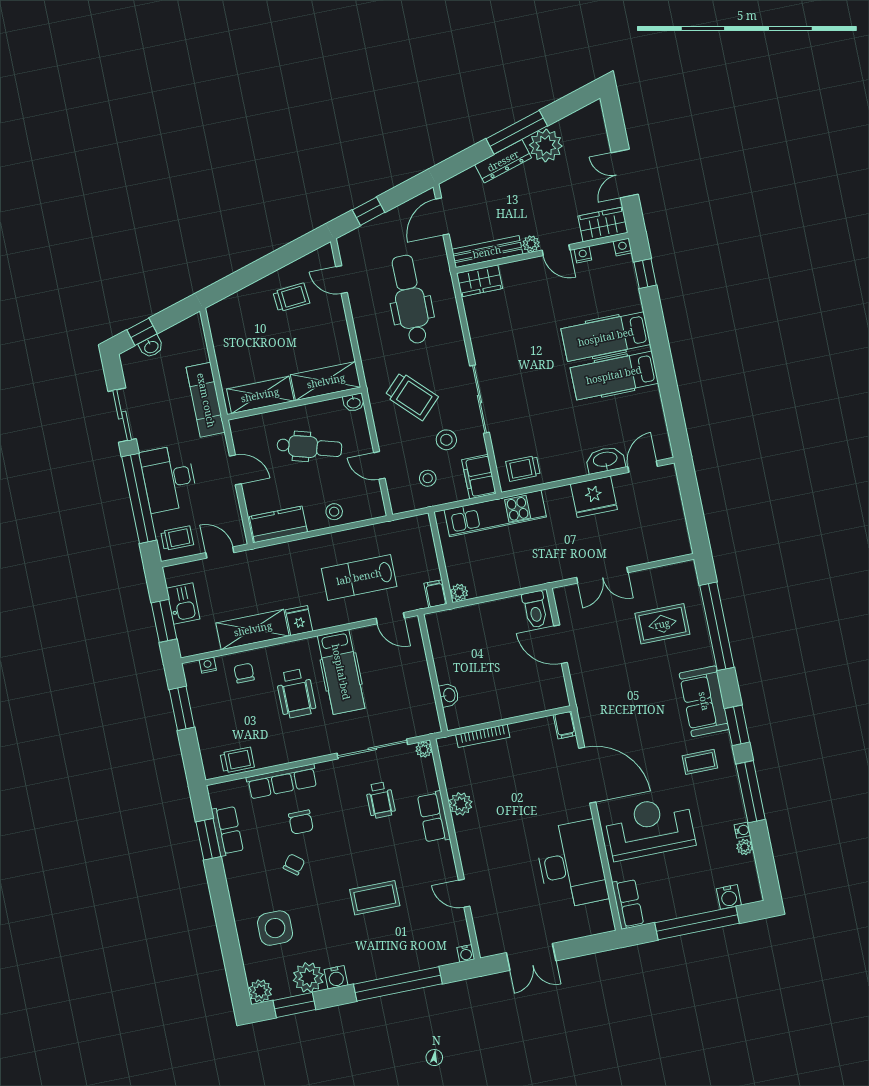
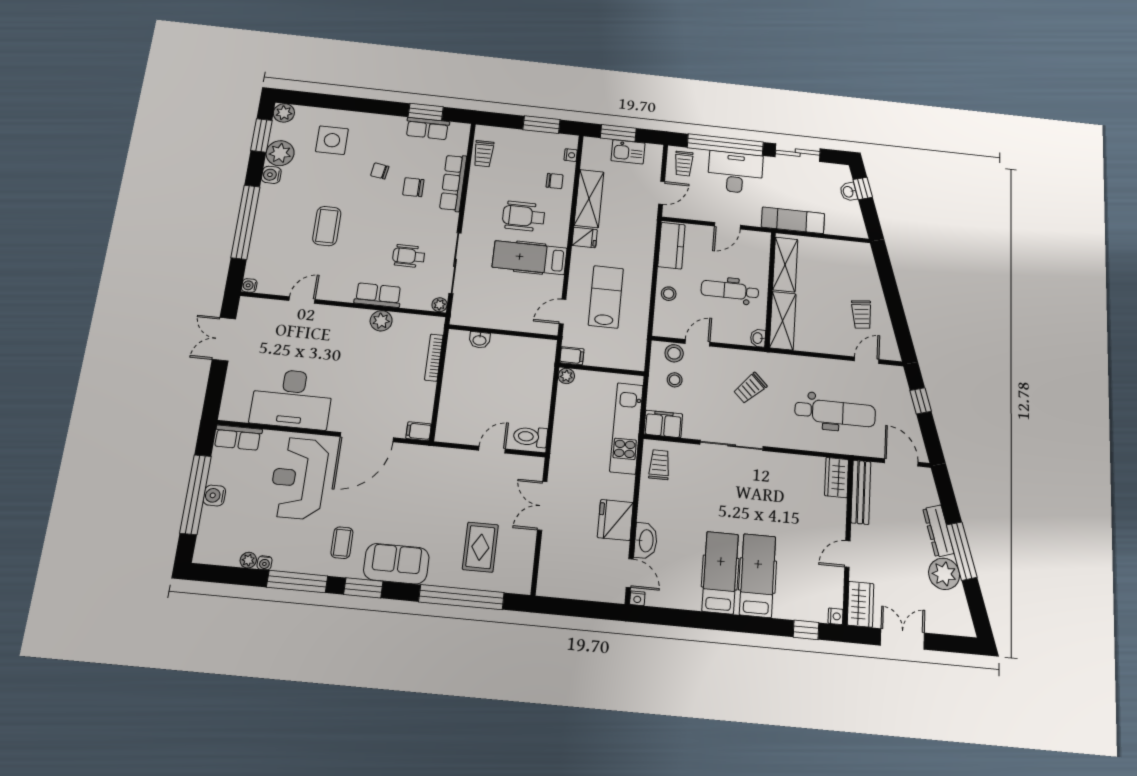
plant: (531, 244) -> (858, 533), removed
nightstand: (583, 255) -> (637, 598), moved, turned 90
trolley: (412, 396) -> (750, 388), width x0.73, depth x0.72
stool: (446, 440) -> (674, 353), moved
dental chair: (309, 447) -> (730, 290), turned 74
door: (561, 644) -> (492, 450), width x0.73
reception desk: (650, 828) -> (299, 478), turned 180
chair: (294, 864) -> (380, 171), turned 151
water cooler: (729, 897) -> (214, 496), moved

